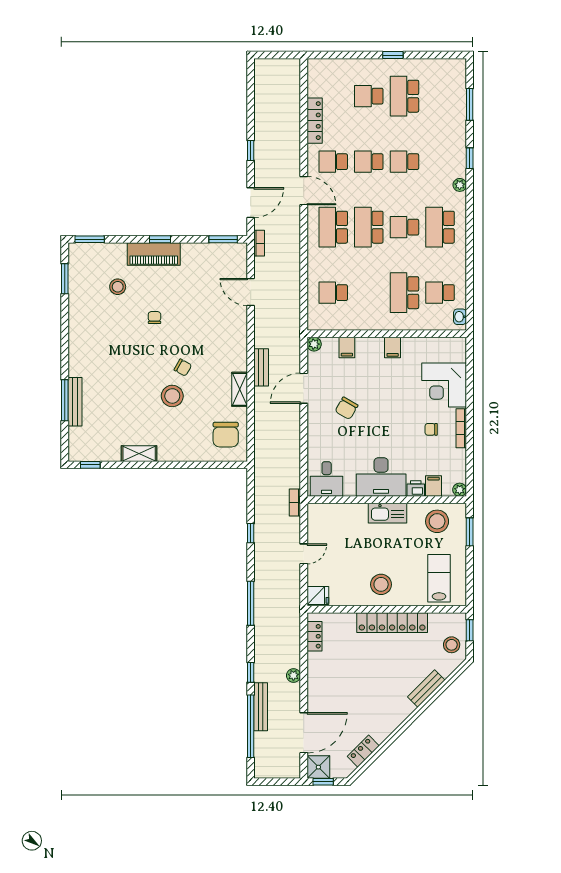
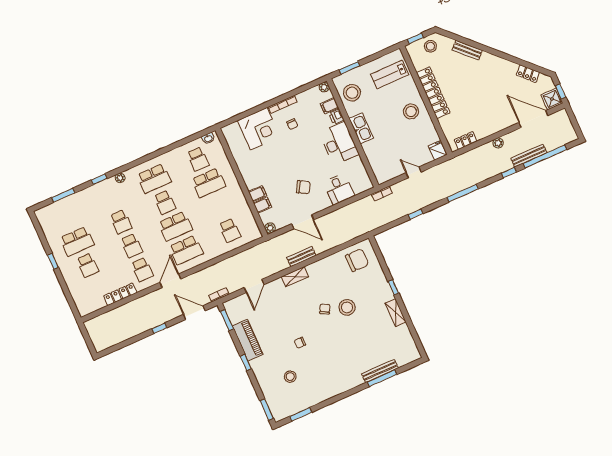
piano: (154, 254) -> (248, 340), moved
filing cabinet: (393, 348) -> (258, 194), moved
shelving: (240, 389) -> (295, 277), moved
window: (90, 465) -> (393, 287), moved
desk: (327, 479) -> (339, 189), moved, turned 90

